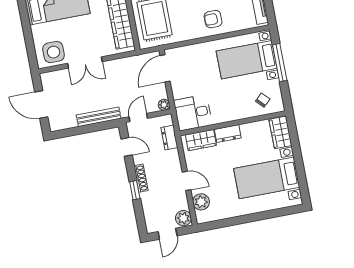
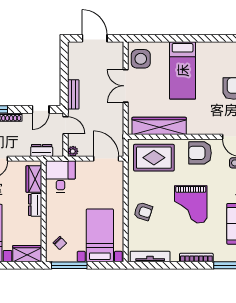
armchair: (213, 19) -> (143, 211), turned 108
window: (280, 63) -> (69, 265), moved
door: (41, 104) -> (95, 38), hinge flipped
bench: (99, 117) -> (73, 94), width x0.73

